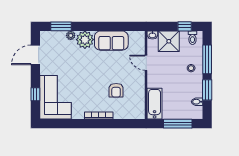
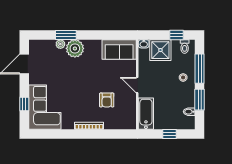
window: (61, 26) -> (66, 35), moved
sofa: (111, 41) -> (119, 49), moved
door: (146, 63) -> (137, 85), moved
window: (178, 124) -> (170, 134), width x0.46

